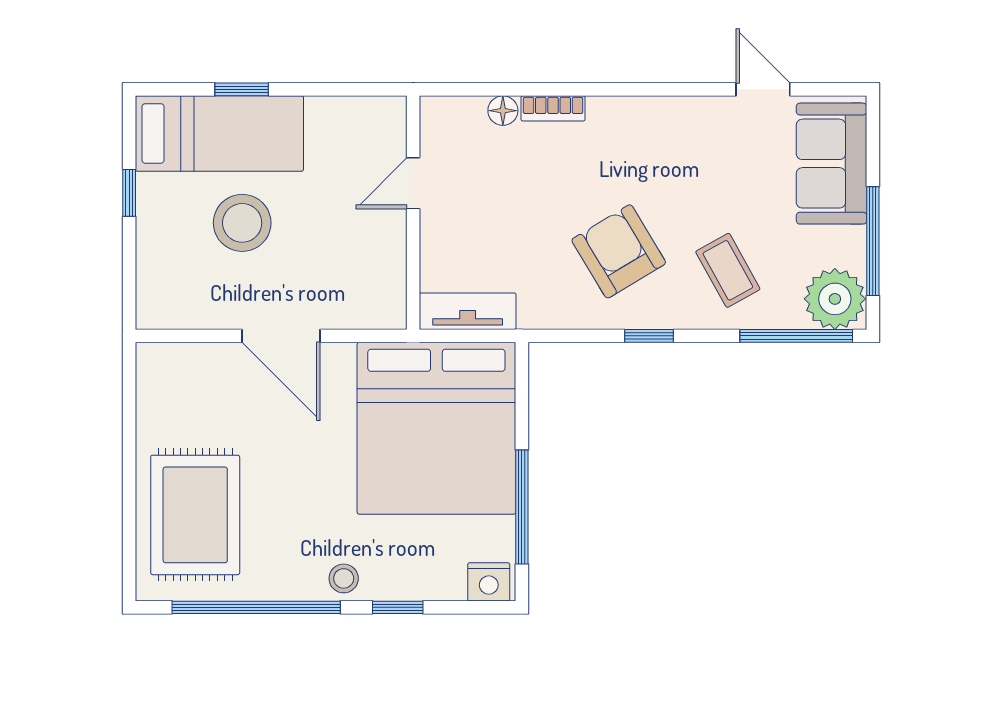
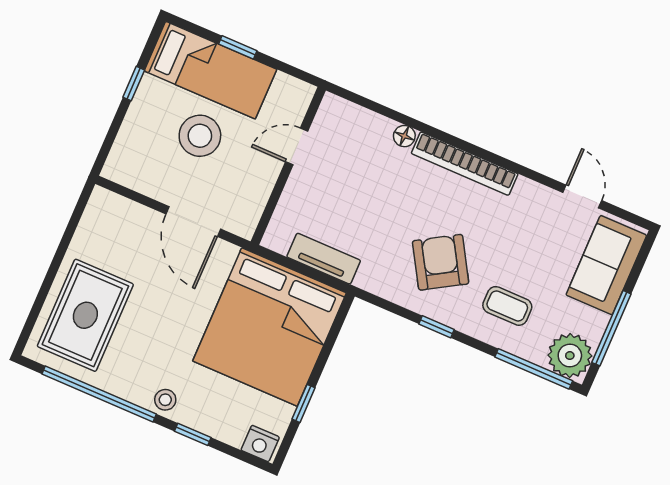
bookcase: (553, 108) -> (465, 164), width x2.31, depth x1.31
door: (413, 183) -> (297, 147), moved
wall: (413, 213) -> (288, 166), moved
coffee table: (728, 270) -> (507, 306), turned -61
window: (522, 507) -> (303, 403), width x0.46

